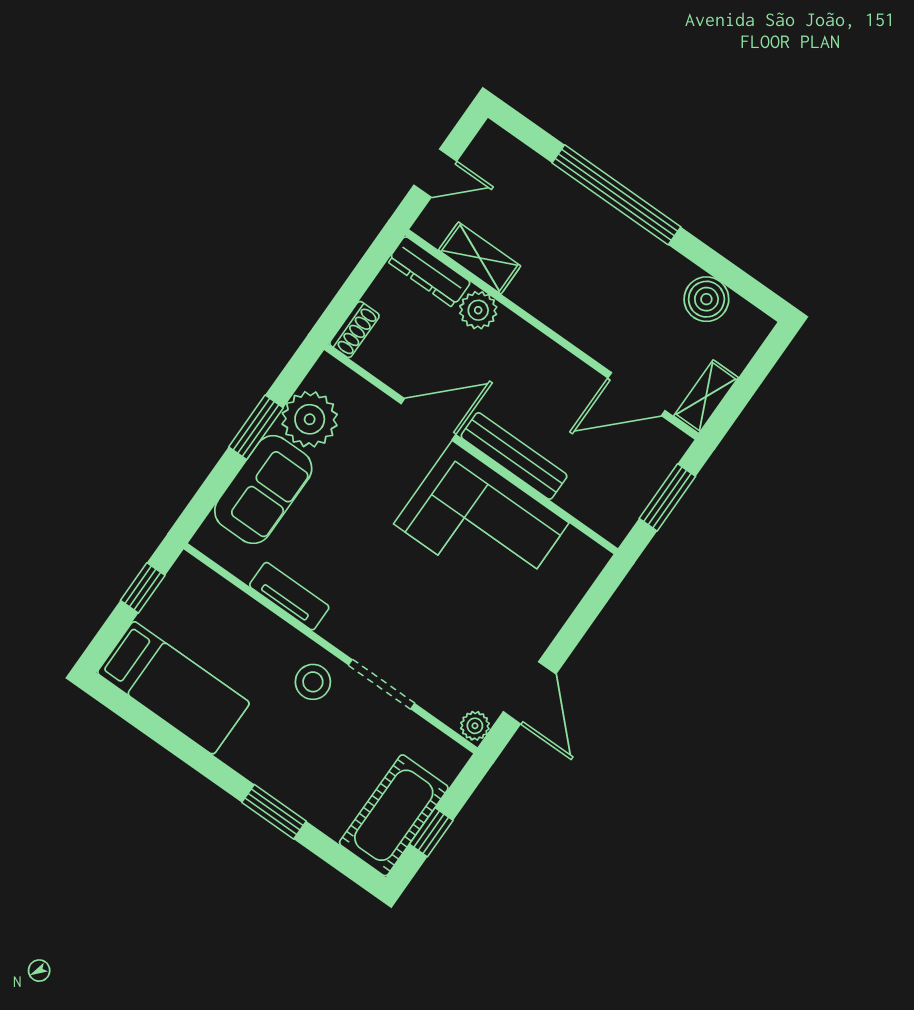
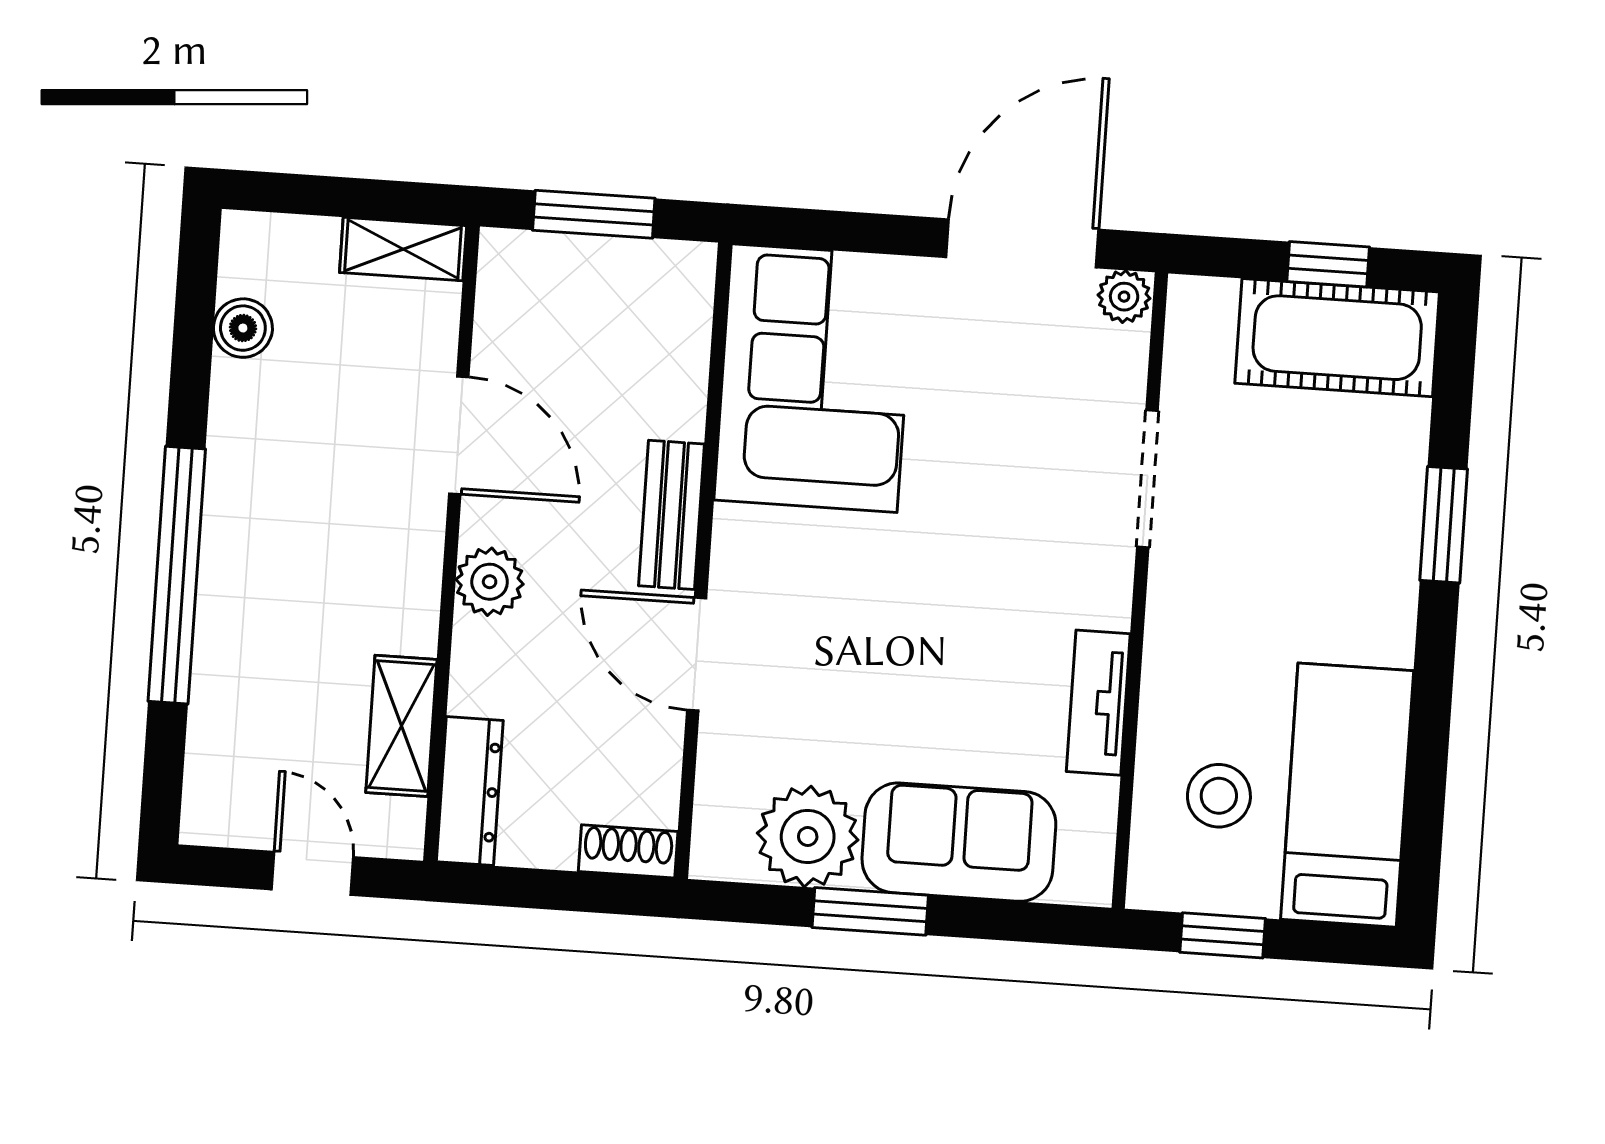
boiler: (706, 299) -> (243, 328), width x0.73, depth x0.73
plant: (478, 310) -> (490, 582), moved
door: (636, 394) -> (459, 435), moved
bench: (514, 456) -> (671, 515), width x0.73
corner sofa: (481, 523) -> (814, 378), moved
stool: (313, 682) -> (1219, 796), moved
door: (530, 693) -> (1022, 243), width x1.36

